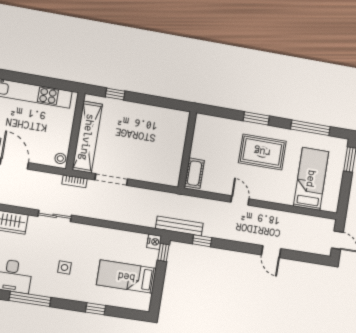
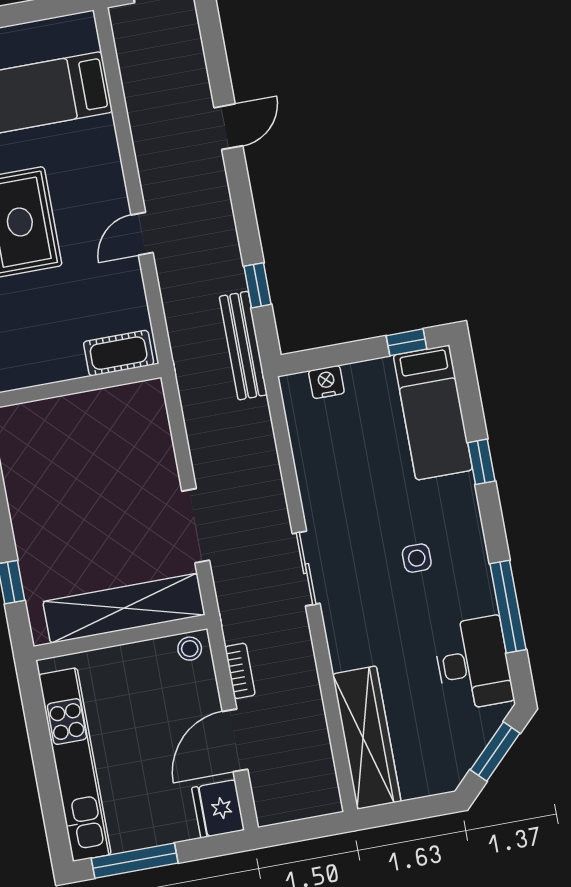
bookcase: (75, 181) -> (240, 671), moved
sliding door: (55, 216) -> (306, 569), moved
nightstand: (154, 242) -> (326, 382), moved
window: (163, 252) -> (407, 342), moved
bed: (126, 277) -> (433, 413), moved

